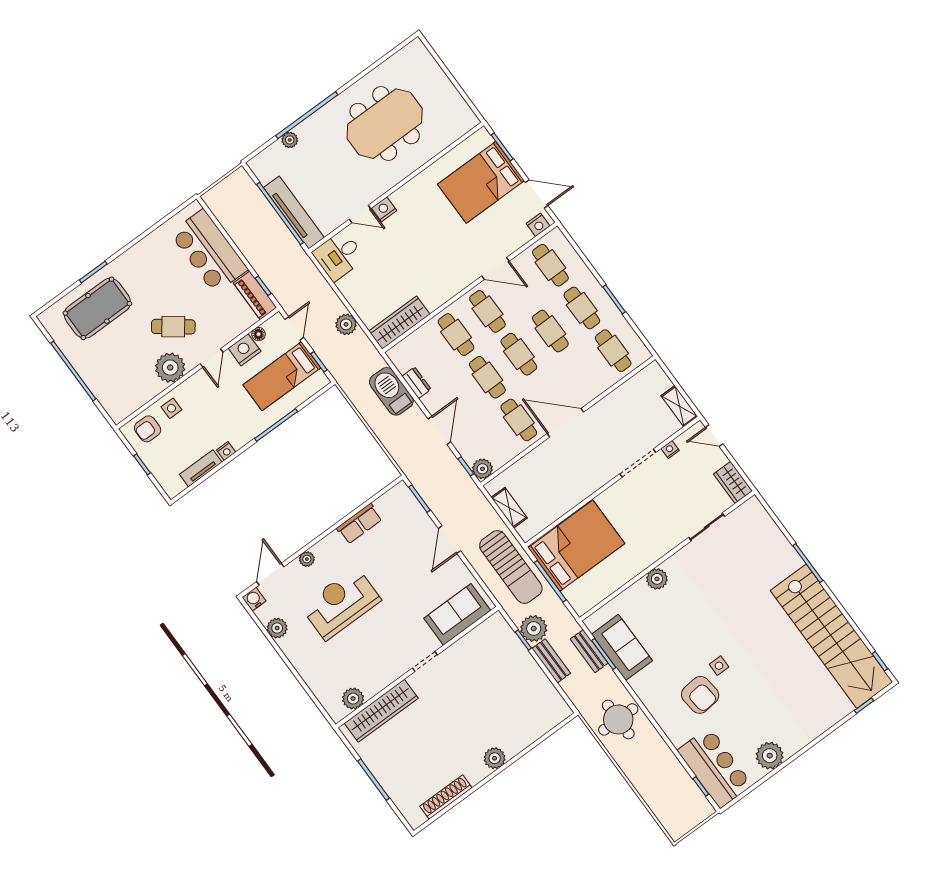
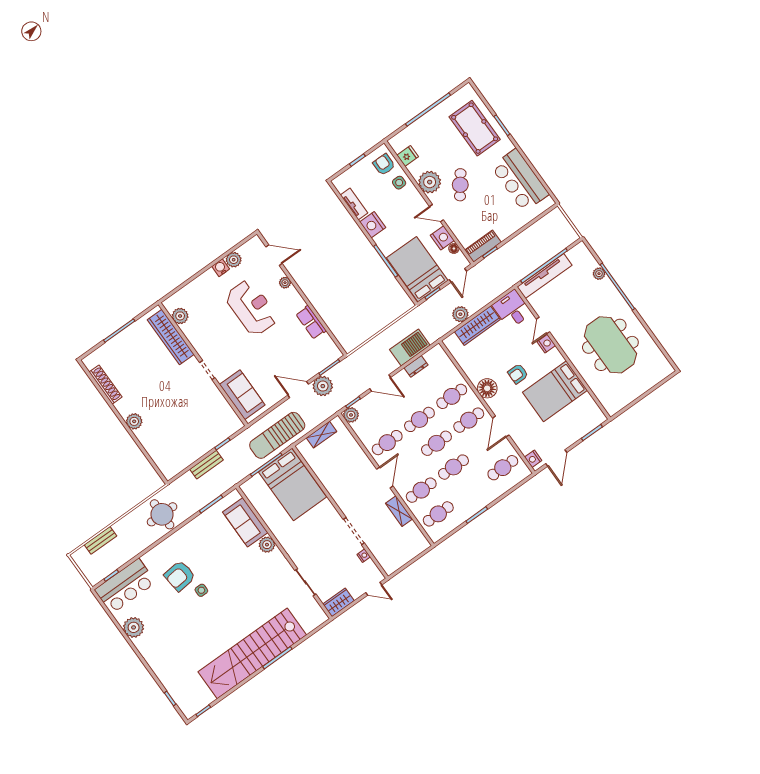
bed: (481, 182) -> (555, 391), moved, turned -90
armchair: (425, 247) -> (518, 374), added
bar counter: (209, 251) -> (520, 180), moved, turned -90
floor lamp: (445, 287) -> (487, 388), added
cafe table: (582, 308) -> (421, 490), moved
wardrobe: (399, 323) -> (477, 326), moved, turned 90
door: (294, 328) -> (458, 275), hinge flipped
bed: (282, 376) -> (417, 269), width x1.50
fridge: (136, 397) -> (408, 156), added
shelving: (679, 406) -> (399, 511), moved, turned 90
door: (565, 423) -> (385, 477), width x0.73
door: (714, 436) -> (374, 589), swing flipped
nightstand: (226, 451) -> (373, 225), width x1.89, depth x1.79
water cooler: (254, 599) -> (221, 268), moved, turned -90
plant: (534, 629) -> (323, 386), moved
stairs: (831, 636) -> (252, 653), moved
sofa: (622, 647) -> (245, 522), moved, turned 90
bench: (589, 651) -> (100, 540), moved

